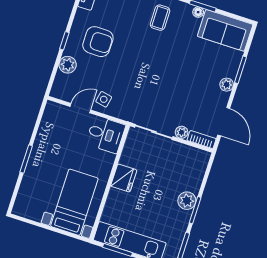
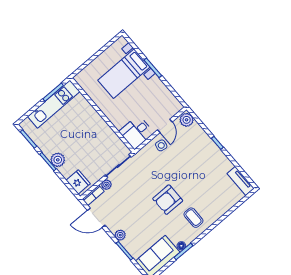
armchair: (98, 42) -> (168, 200), moved
plant: (68, 65) -> (187, 120), moved
fridge: (124, 178) -> (78, 182), moved, turned 180
bed with nightstands: (74, 202) -> (124, 74), moved, turned 90

